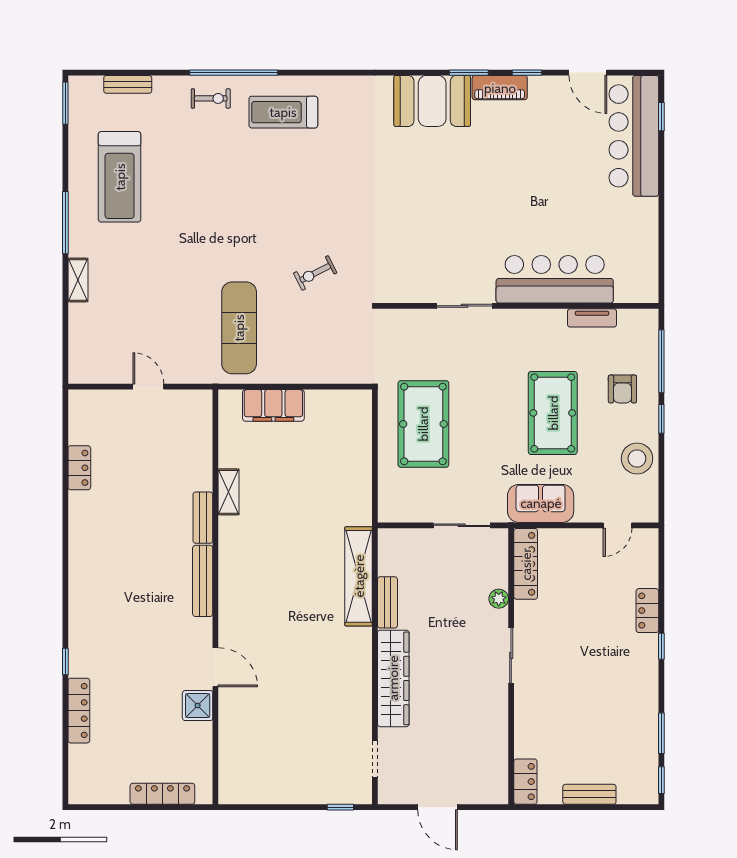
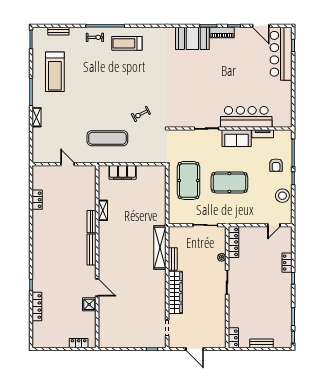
exercise mat: (239, 328) -> (107, 138), turned 90
pool table: (553, 413) -> (229, 183), moved, turned 90
sofa: (541, 503) -> (237, 138), moved, turned 180
locker: (162, 794) -> (79, 343), width x0.66

